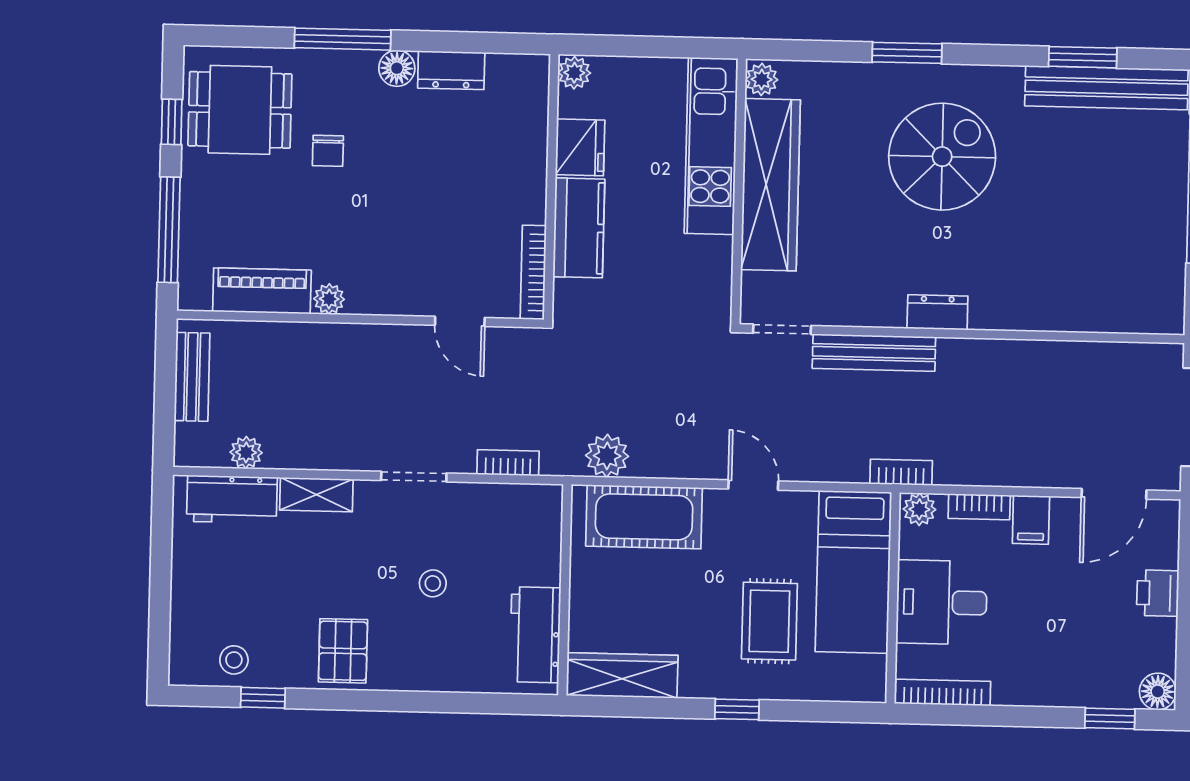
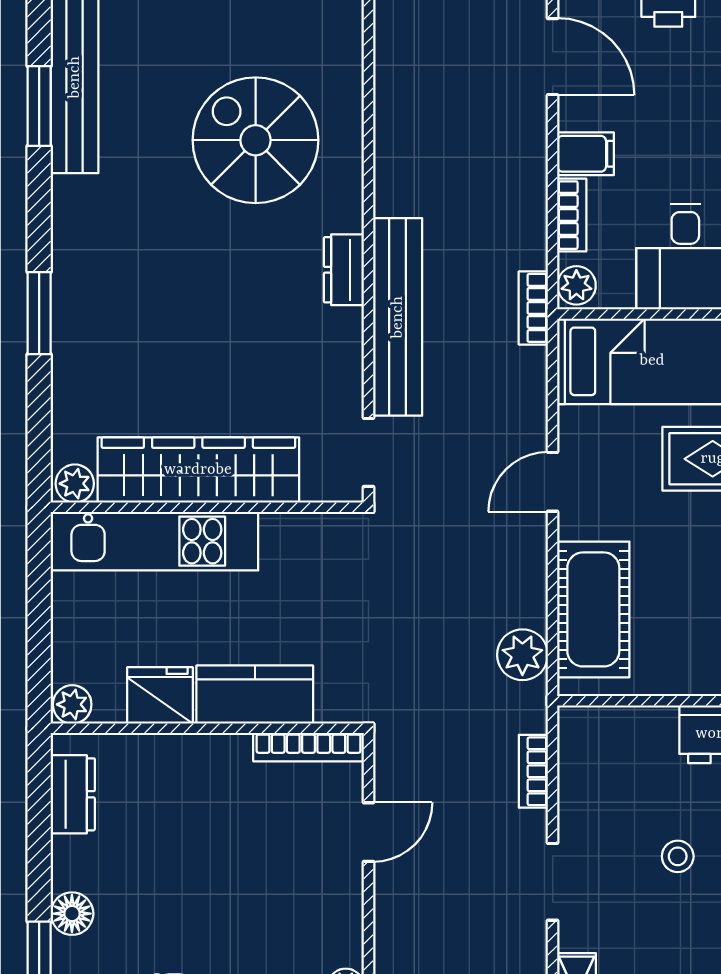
dresser: (451, 70) -> (73, 794), moved
spiral stairs: (942, 157) -> (256, 140), moved
bench: (874, 353) -> (398, 317), width x1.37, depth x1.21

